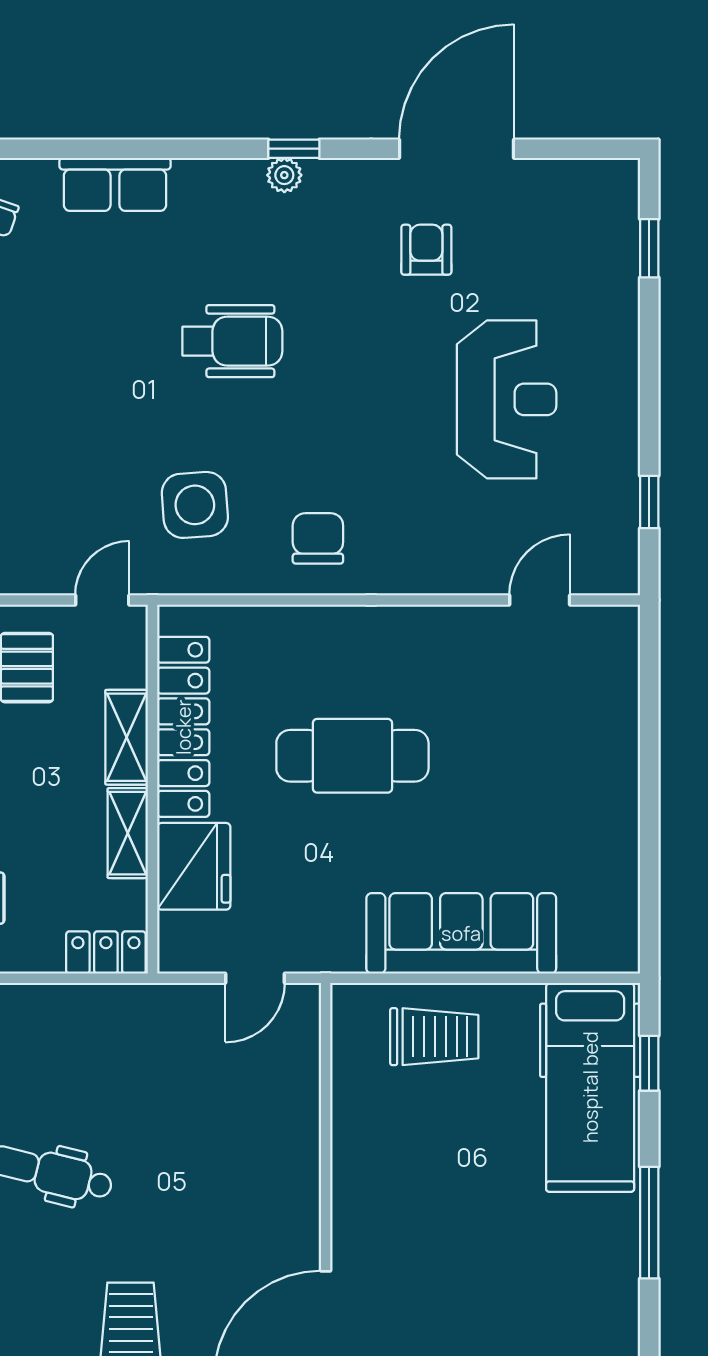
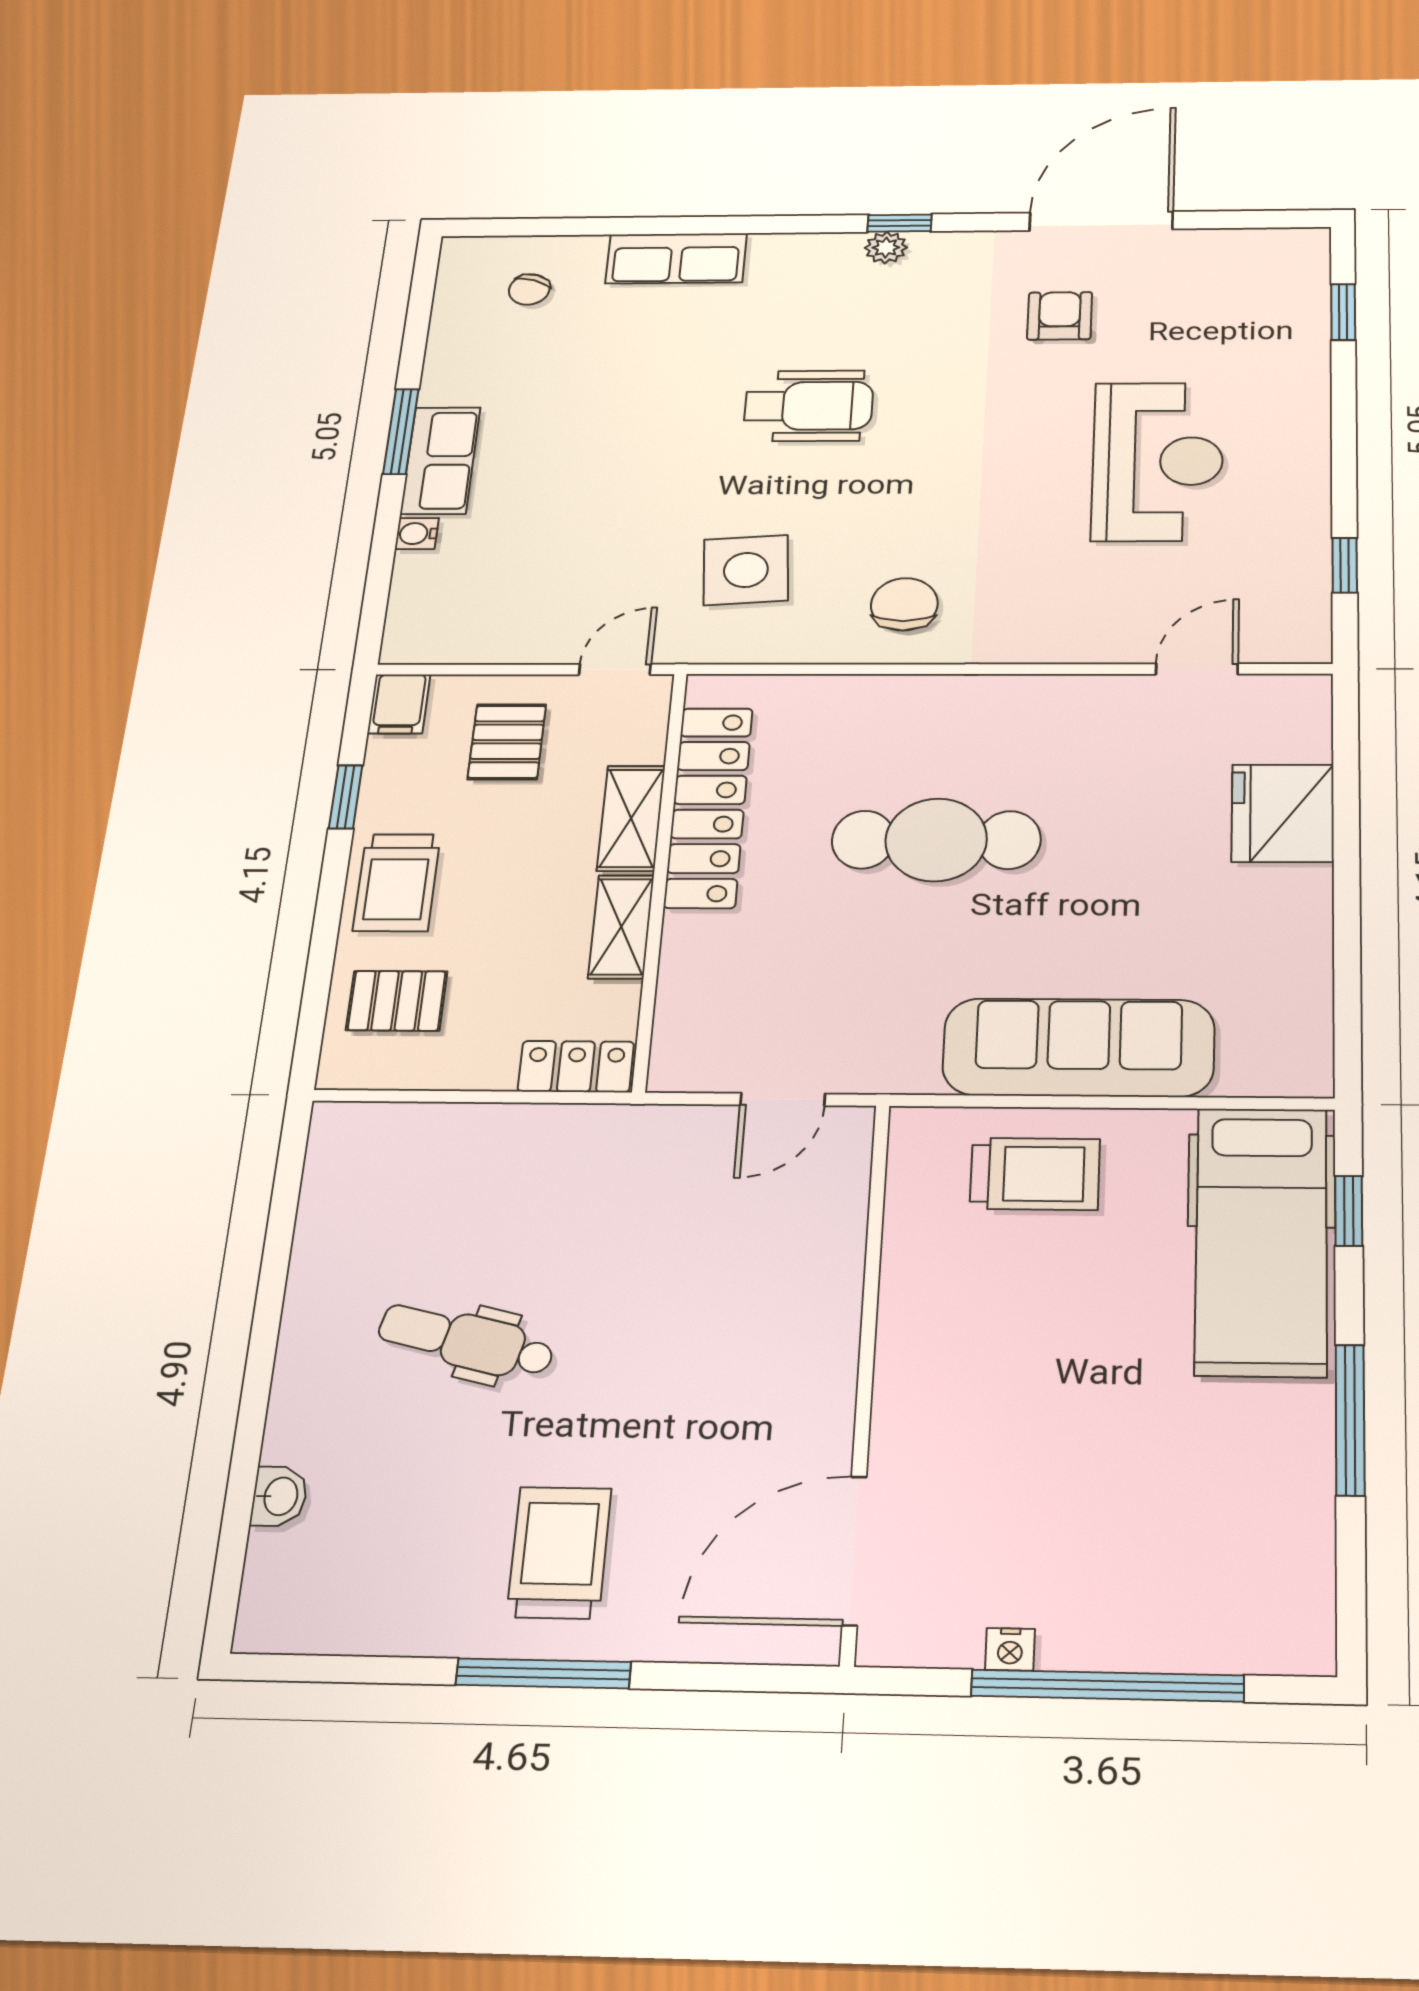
fridge: (194, 866) -> (1283, 813), moved, turned 180

